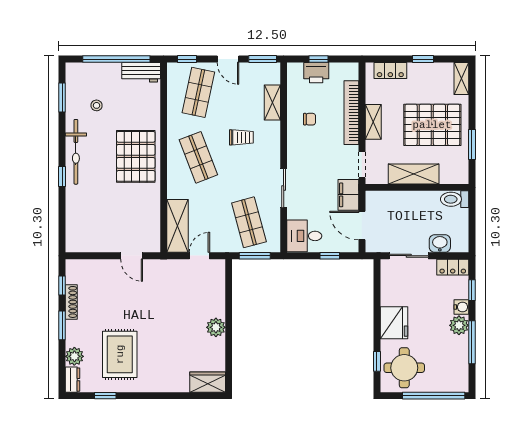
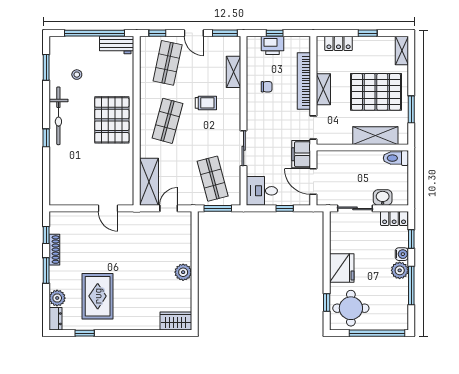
shop shelf: (198, 157) -> (168, 121), turned 36
shelving: (414, 174) -> (375, 136), moved

